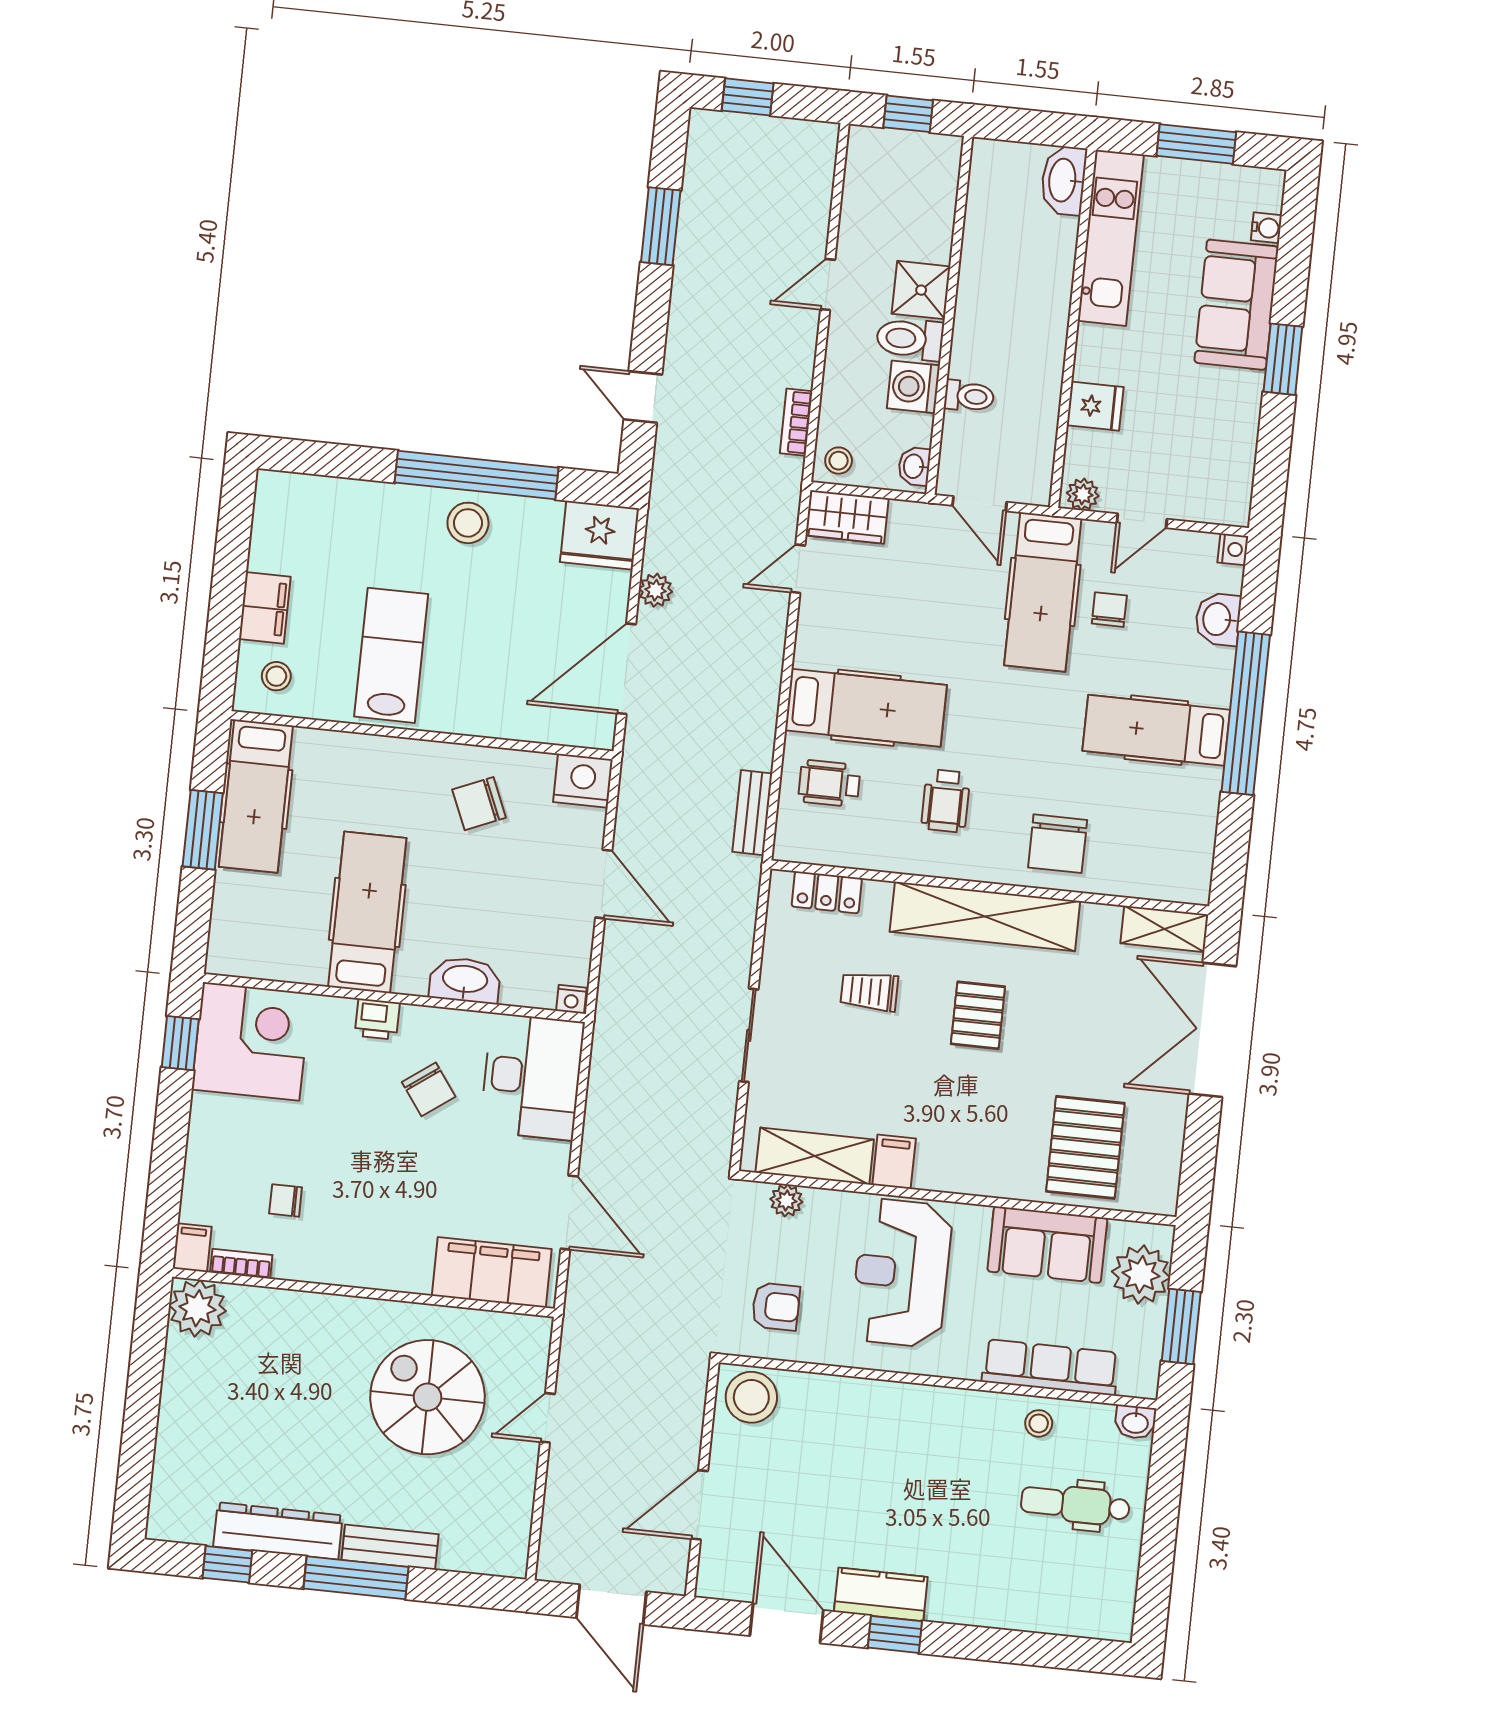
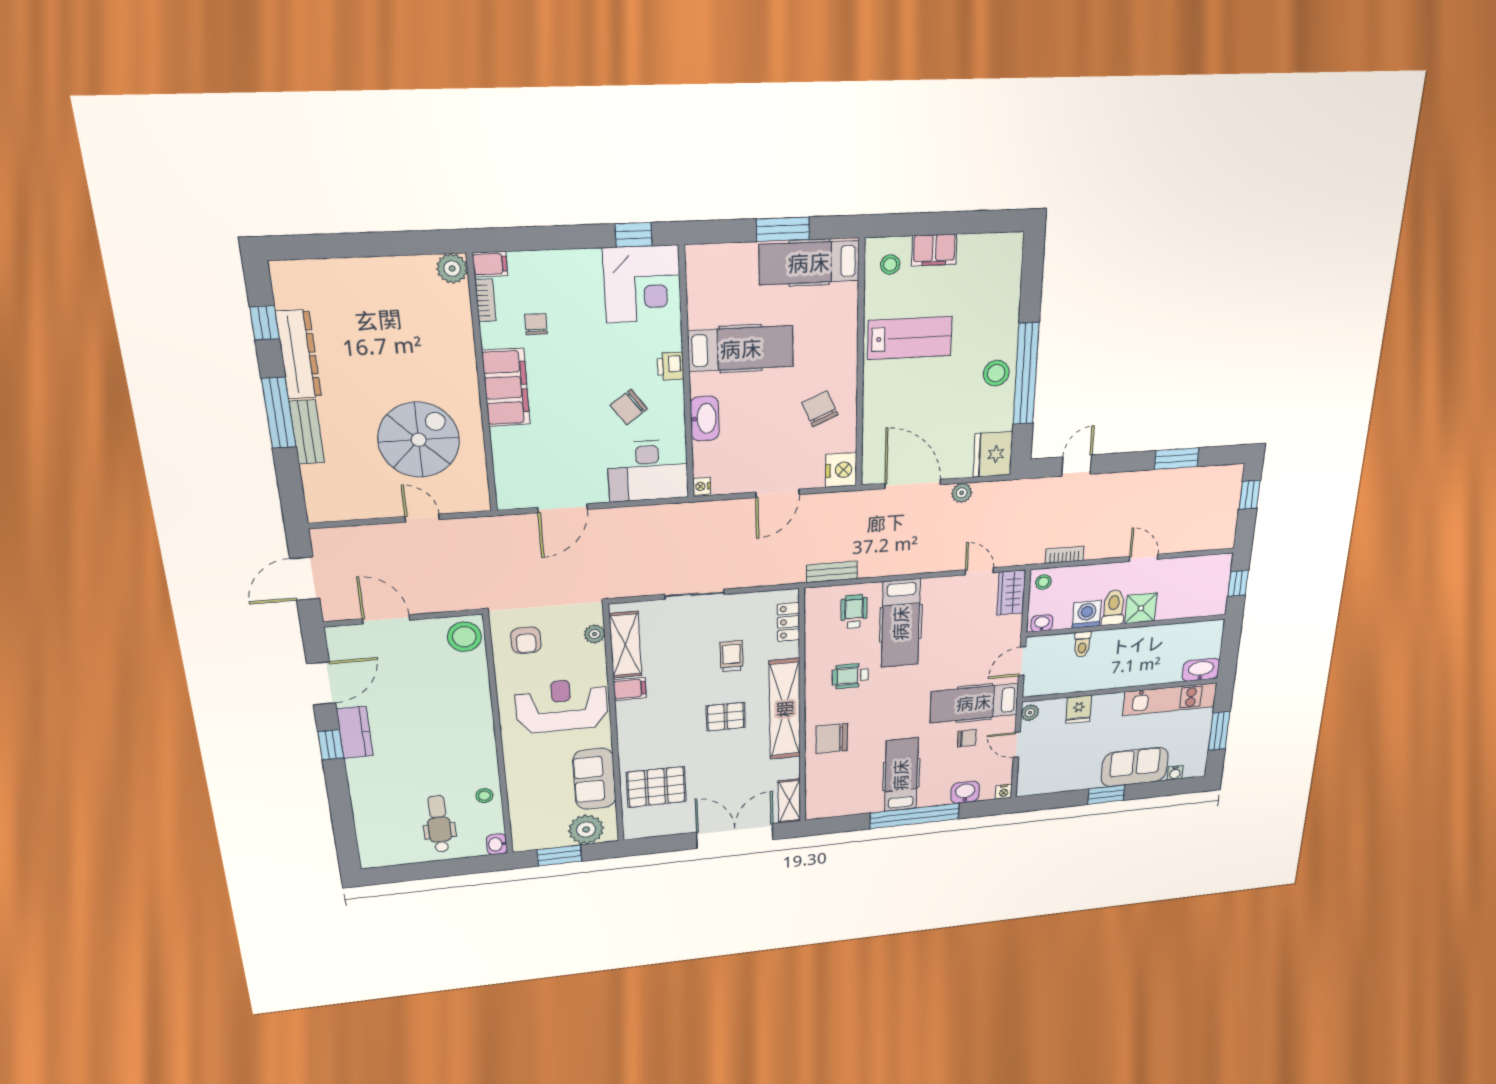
filing cabinet: (492, 1272) -> (506, 388), moved
plant: (197, 1308) -> (452, 268), width x0.73, depth x0.73
row of seats: (1050, 1367) -> (520, 795), removed

